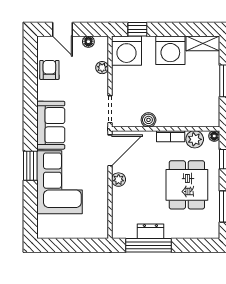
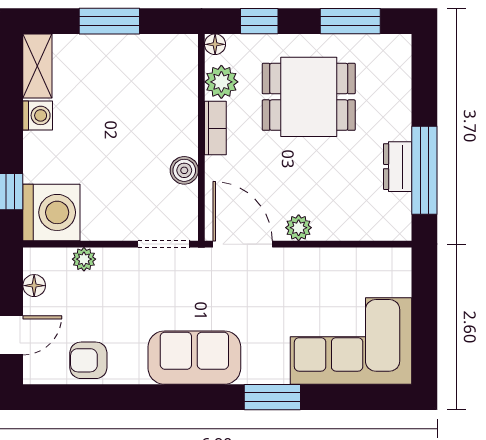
washing machine: (170, 50) -> (38, 115), width x0.53, depth x0.53
corner sofa: (59, 182) -> (351, 341), moved

